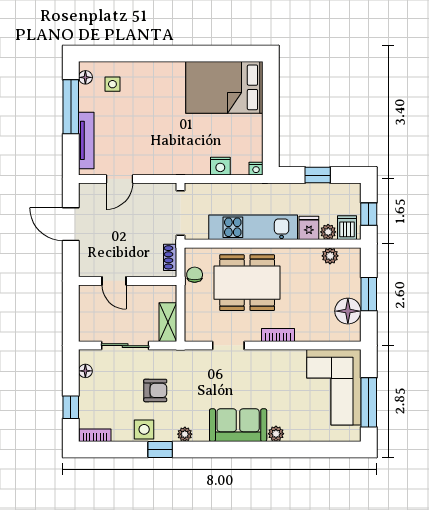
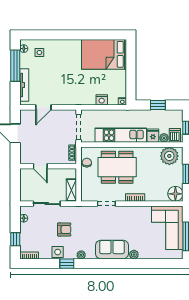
plant: (330, 256) -> (169, 156), width x1.87, depth x1.87
floor lamp: (348, 311) -> (175, 194), moved

